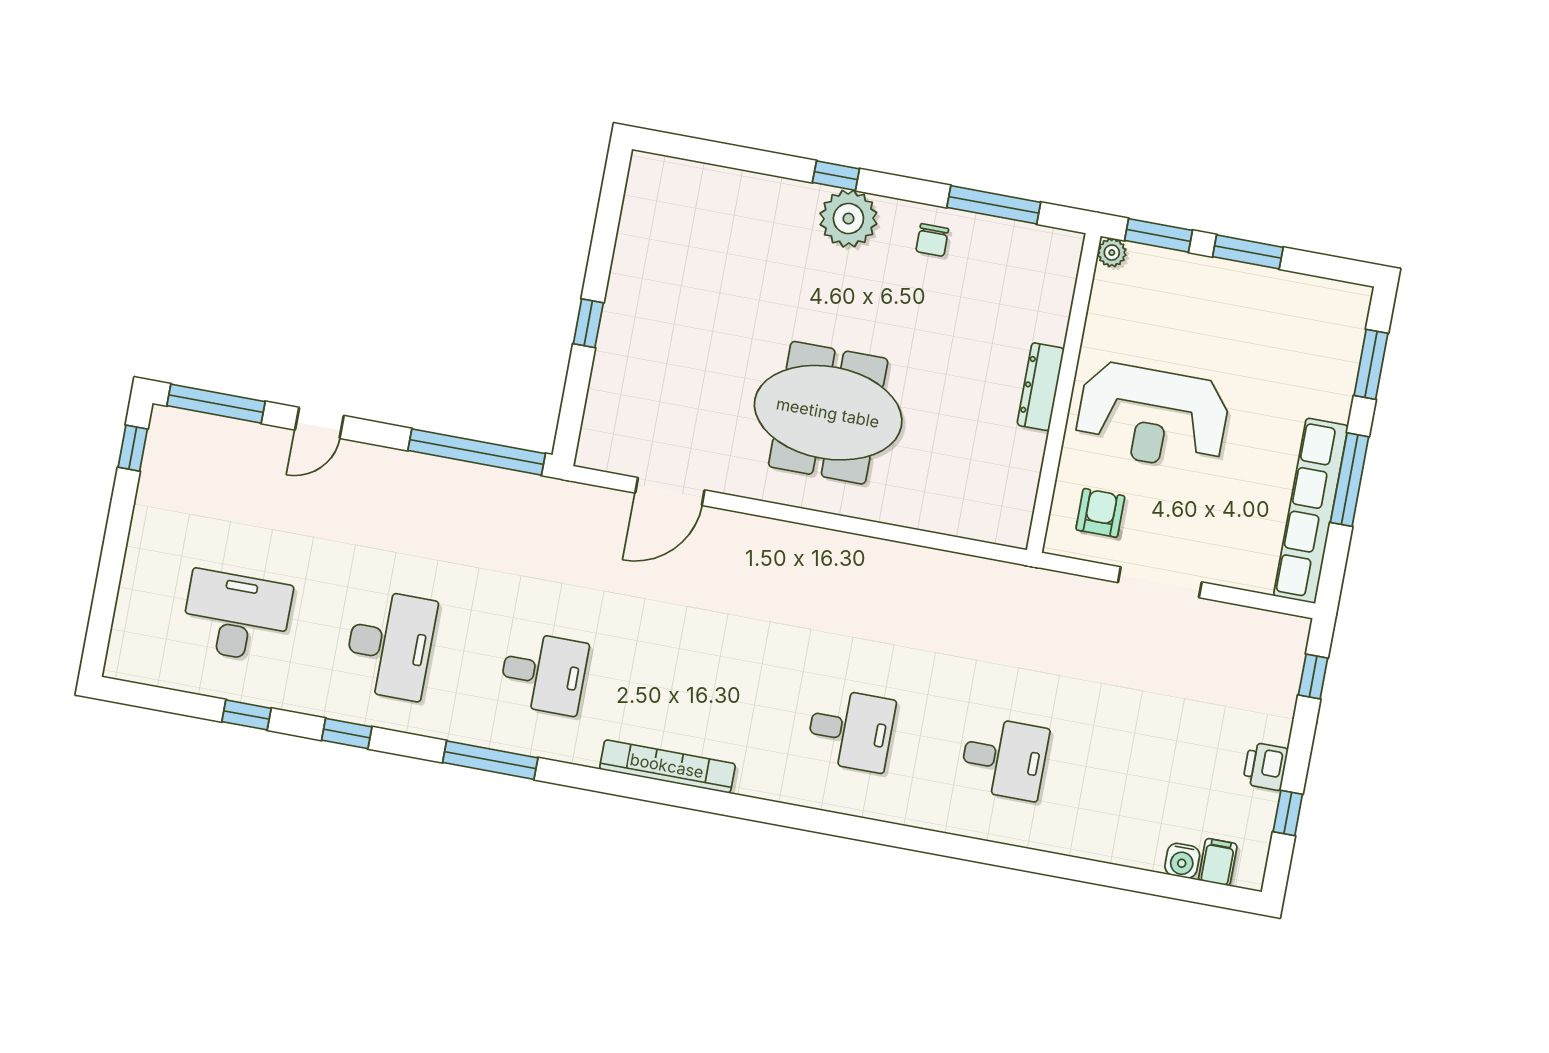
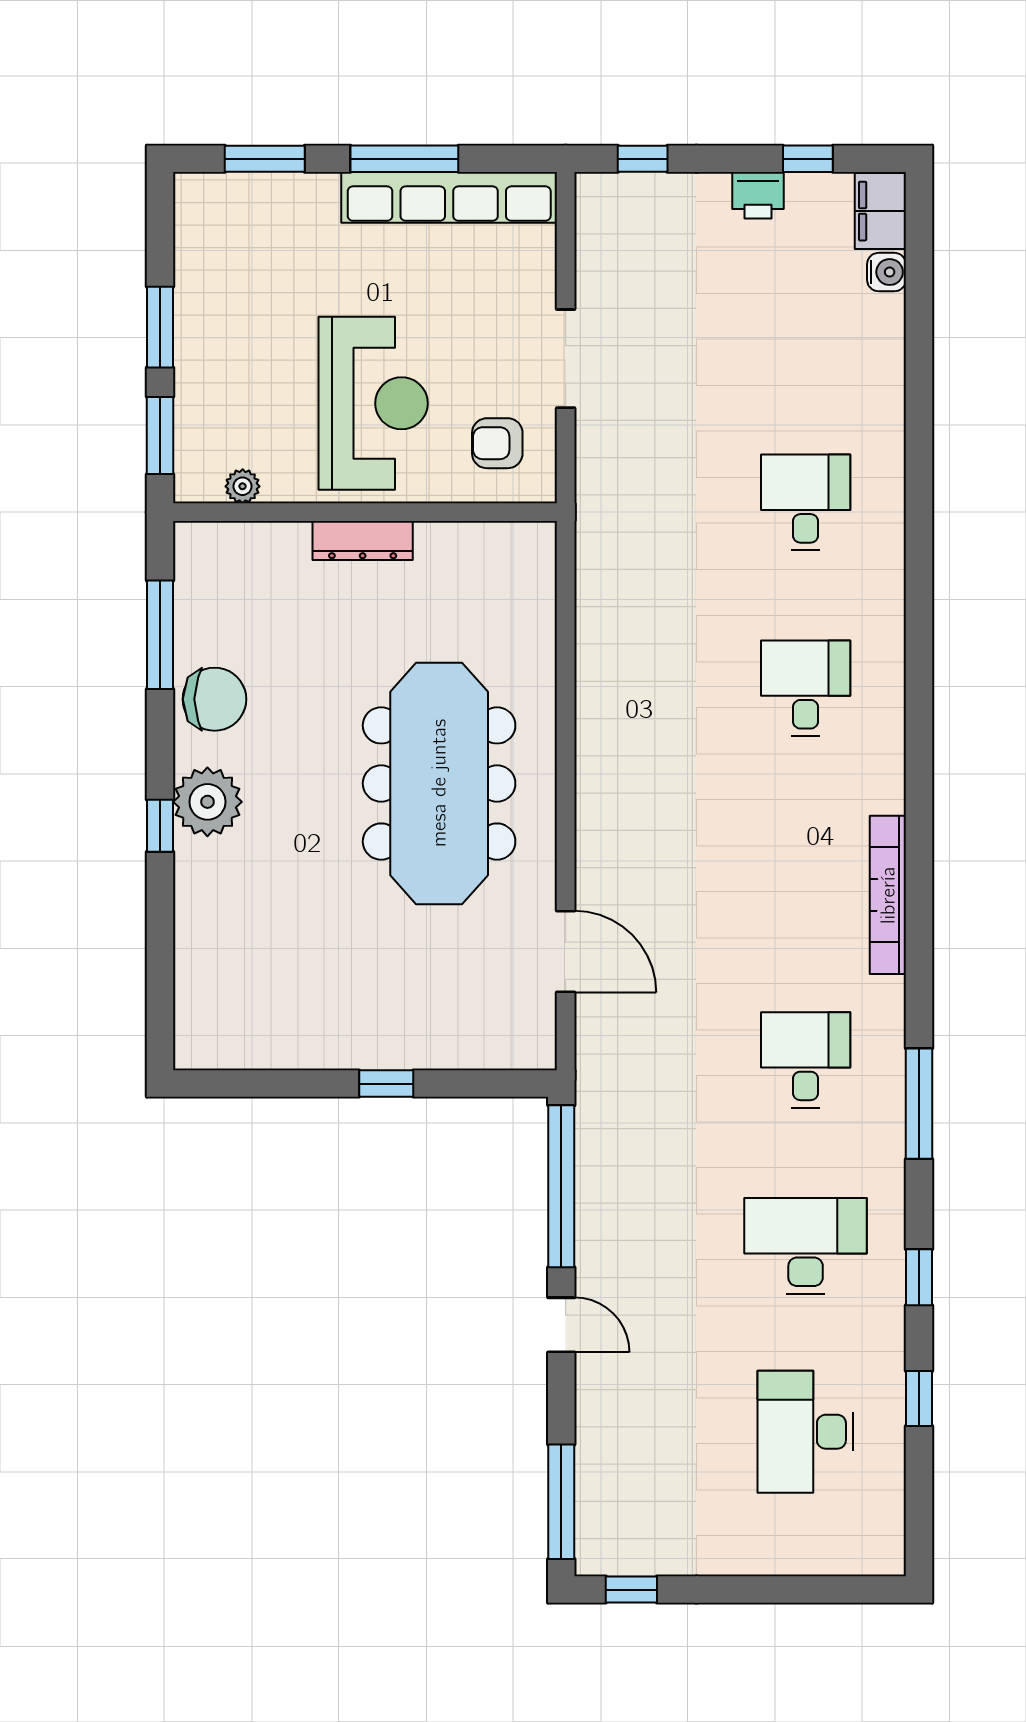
chair: (932, 240) -> (214, 699), width x1.87, depth x1.87
plant: (1112, 253) -> (243, 486), moved
meeting table: (828, 413) -> (439, 783), width x1.36
door: (319, 423) -> (561, 1325), moved
filing cabinet: (1218, 862) -> (880, 211), width x2.00

